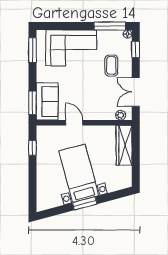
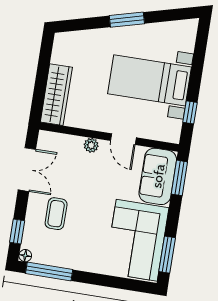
corner sofa: (71, 48) -> (137, 240), moved, turned -90
plant: (121, 115) -> (91, 145), moved
bed with nightstands: (79, 173) -> (150, 80), moved, turned 105

